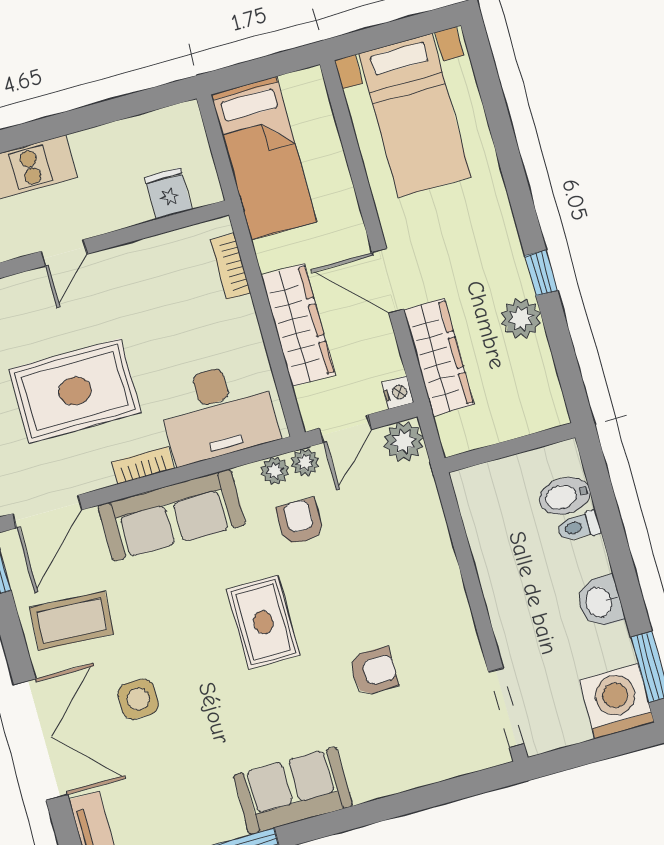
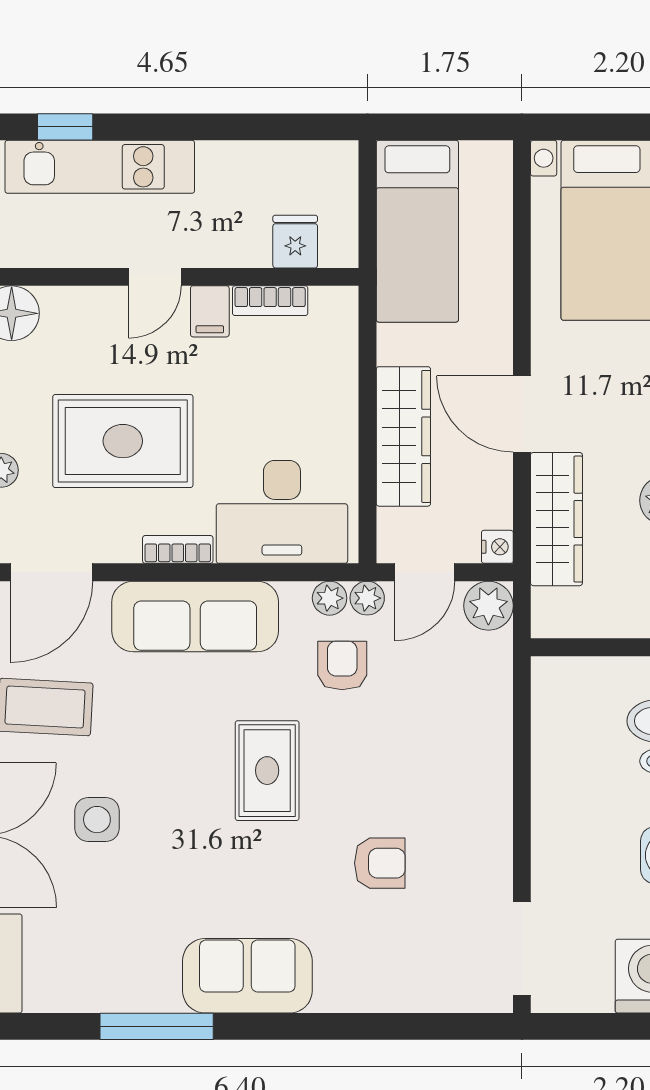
bookcase: (230, 266) -> (270, 301), moved, turned -90
filing cabinet: (116, 268) -> (210, 311), added

